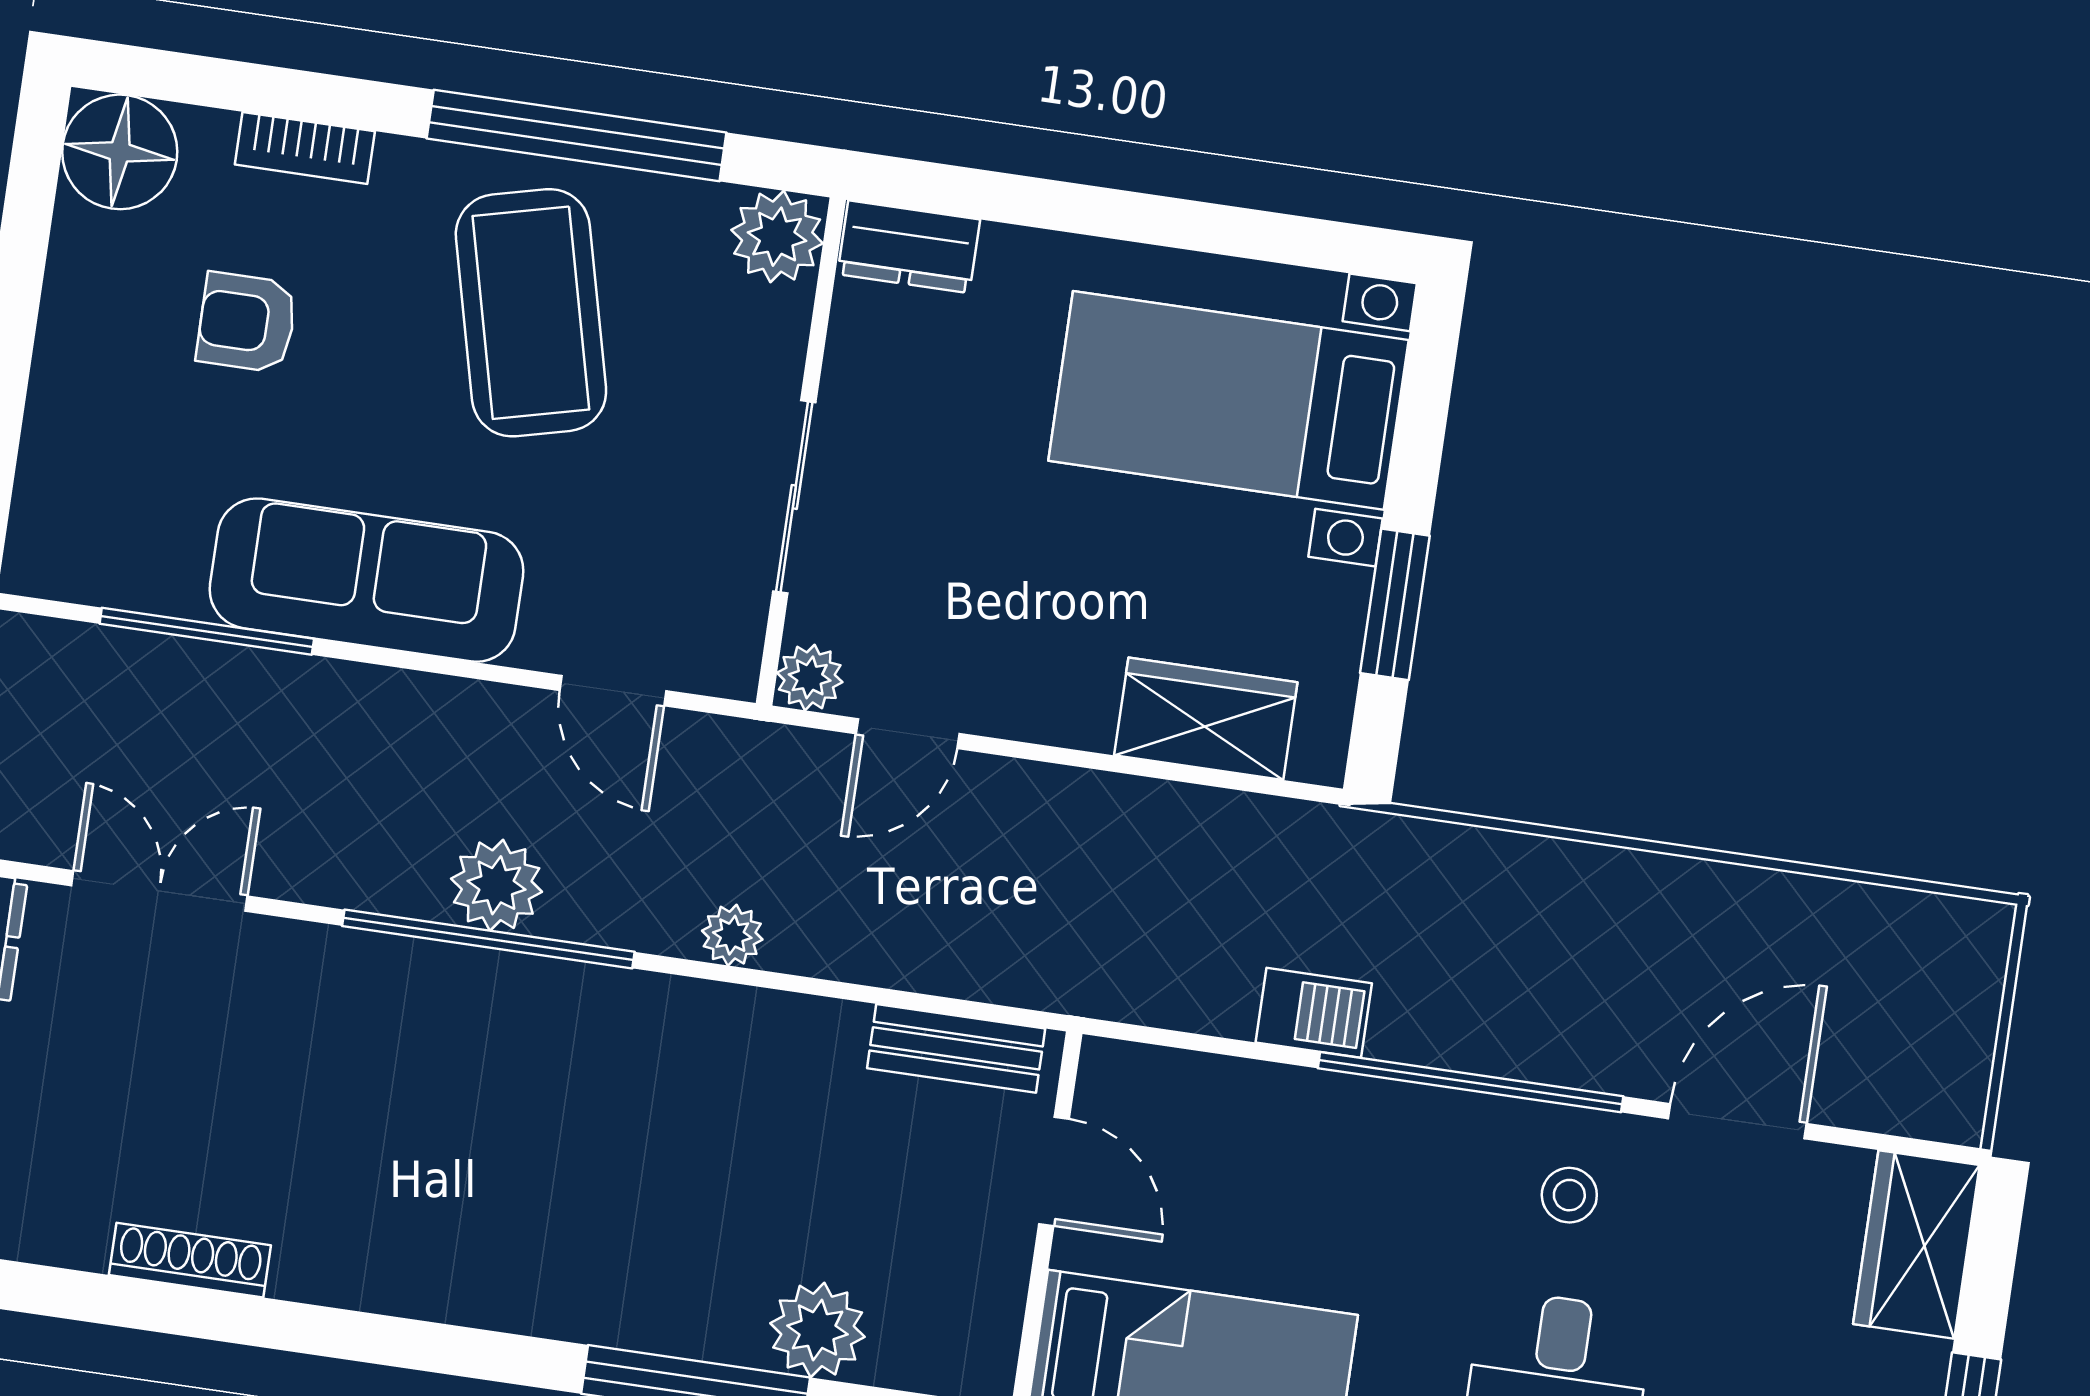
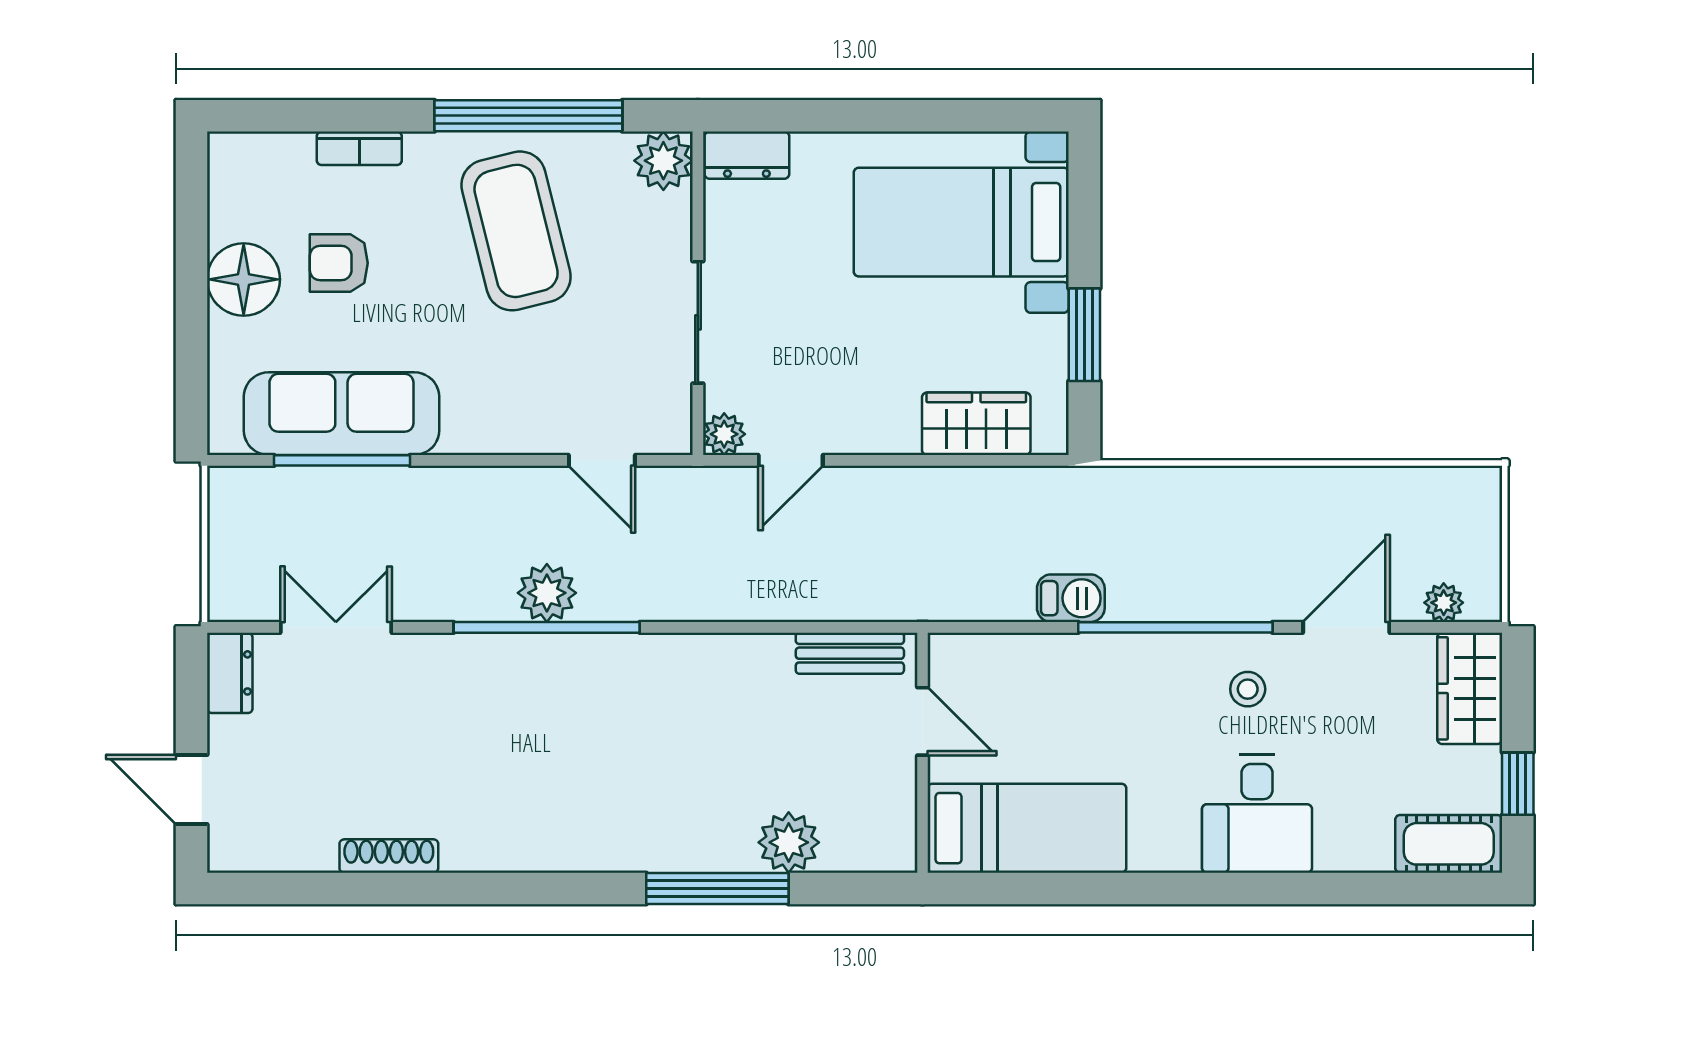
floor lamp: (120, 152) -> (244, 279), moved
sofa: (366, 580) -> (341, 414), moved
plant: (732, 935) -> (1444, 603), moved

